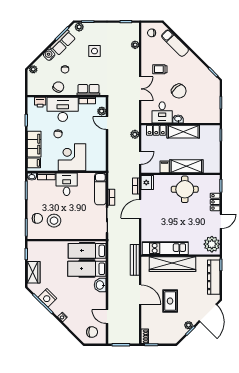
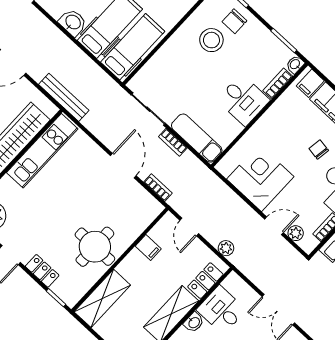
corner desk: (72, 157) -> (260, 178), moved, turned -90
shelving: (186, 166) -> (102, 298), moved
fridge: (147, 182) -> (149, 206), removed

